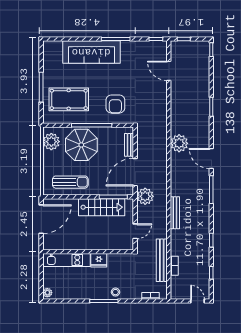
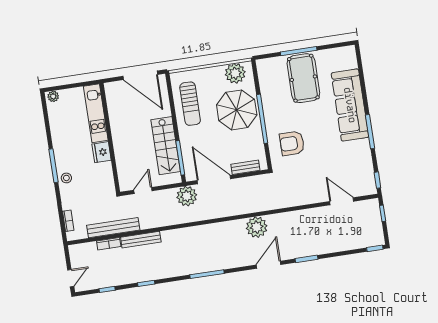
door: (169, 71) -> (342, 201), hinge flipped
pool table: (69, 99) -> (303, 78), moved
door: (211, 159) -> (269, 265), moved
bench: (175, 213) -> (141, 240), moved
door: (135, 231) -> (143, 190), swing flipped

